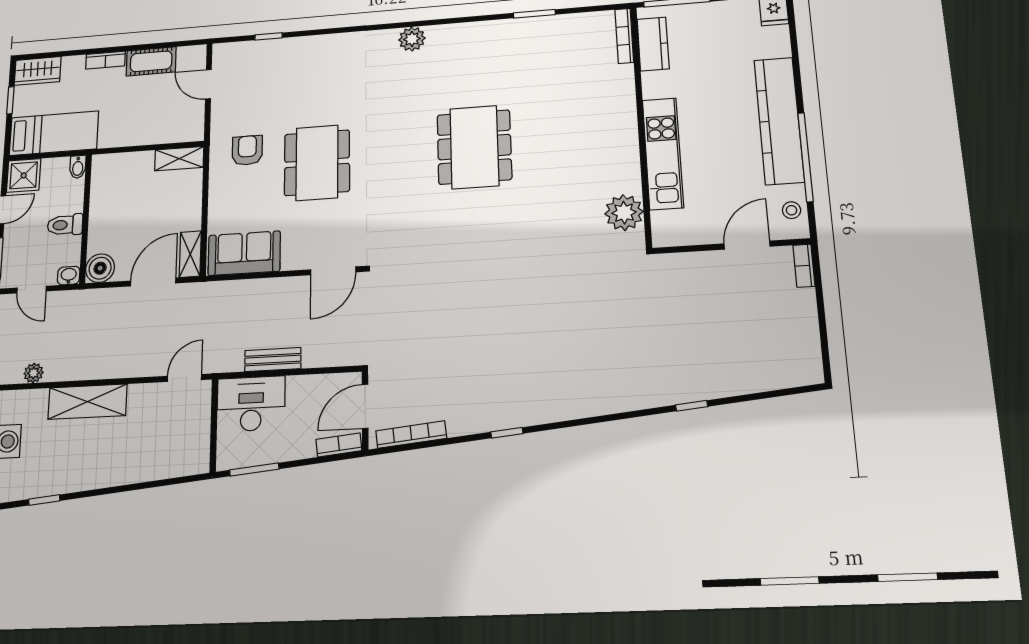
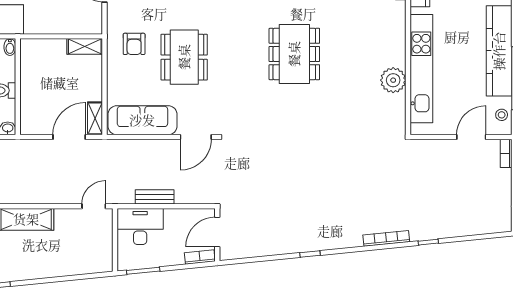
armchair: (247, 150) -> (134, 44), turned 180
kitchen unit: (663, 154) -> (421, 69), width x1.36
plant: (624, 213) -> (393, 80), moved
sofa: (244, 253) -> (142, 120), width x1.36
boiler: (100, 268) -> (30, 124), removed
bookcase: (411, 435) -> (386, 238), moved

